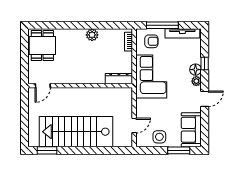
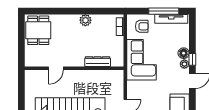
window: (162, 25) -> (164, 11), moved
window: (205, 63) -> (192, 59), moved
dresser: (119, 79) -> (98, 62), moved
door: (43, 86) -> (56, 68), moved

